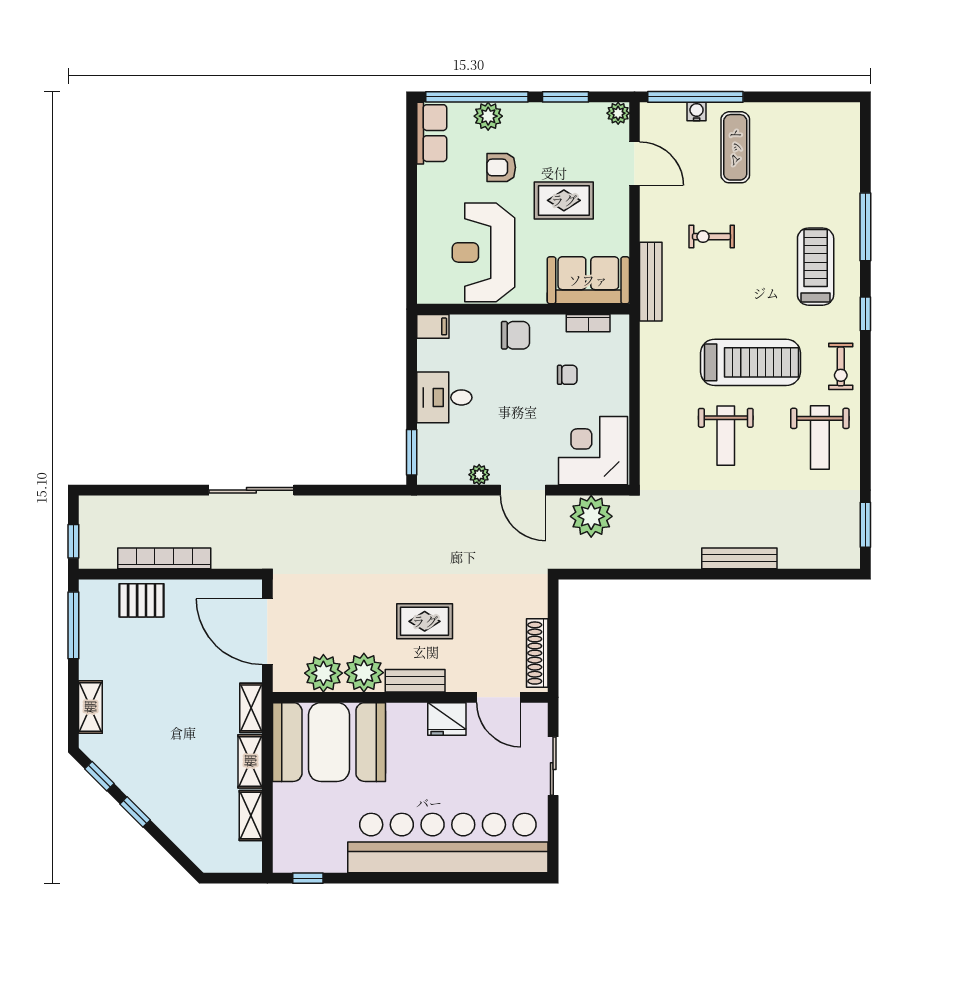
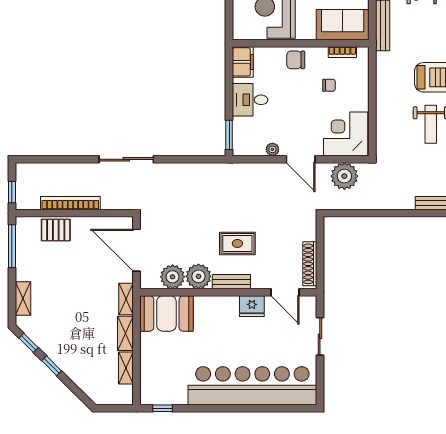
filing cabinet: (433, 326) -> (243, 62), width x2.00
chair: (515, 335) -> (296, 60), turned 180
booth: (329, 742) -> (166, 313), width x0.73, depth x0.70

